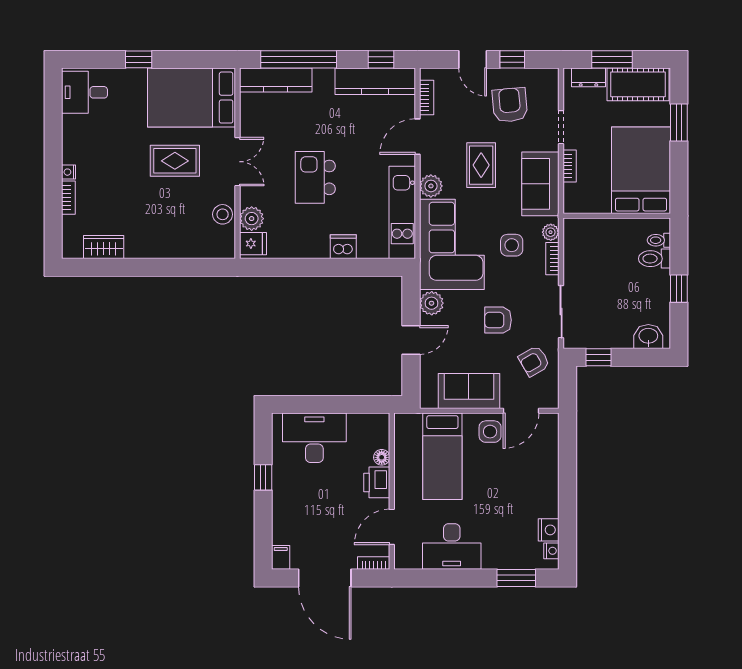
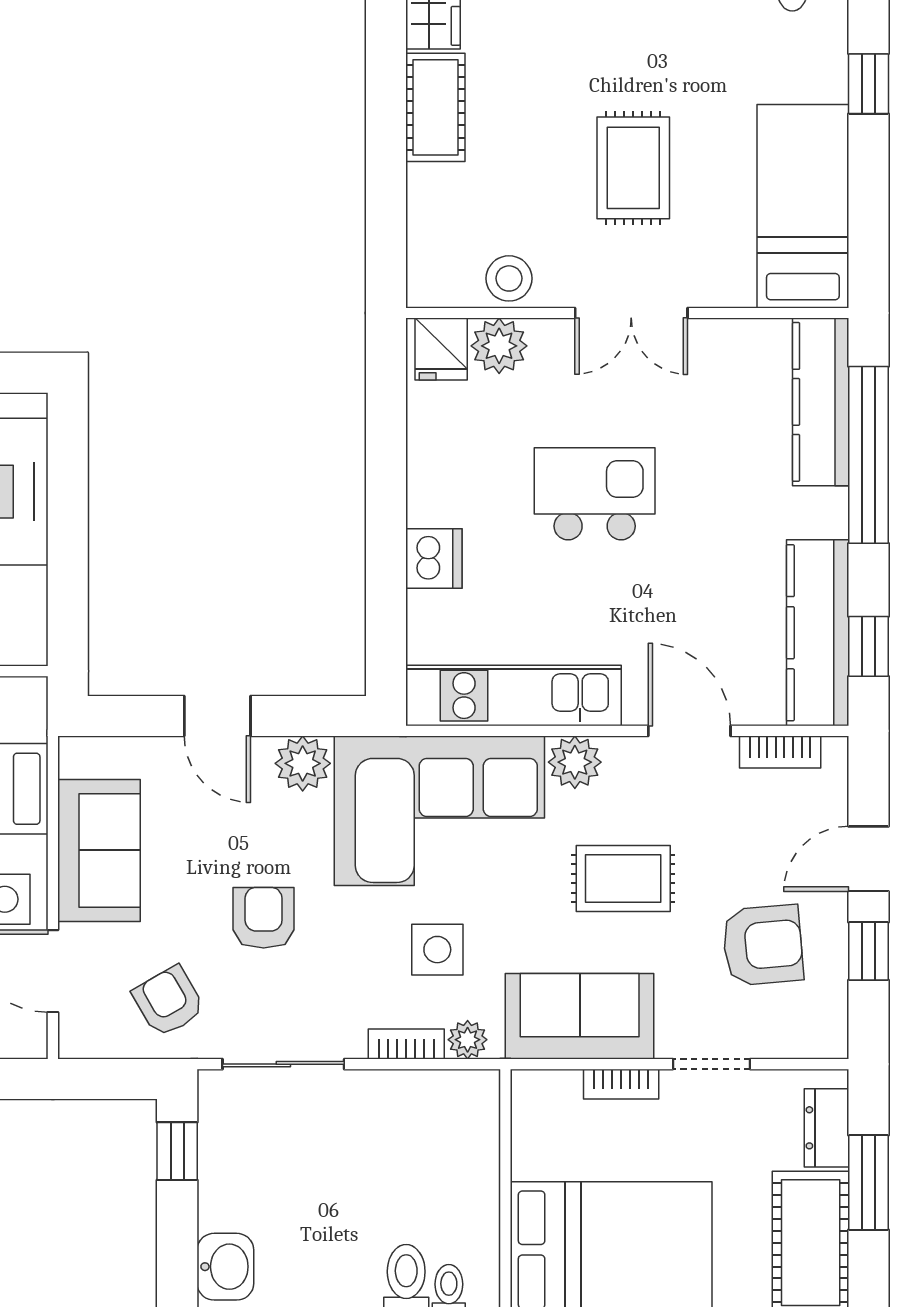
bed: (191, 98) -> (803, 206), width x0.67
cot: (149, 246) -> (435, 107), added

